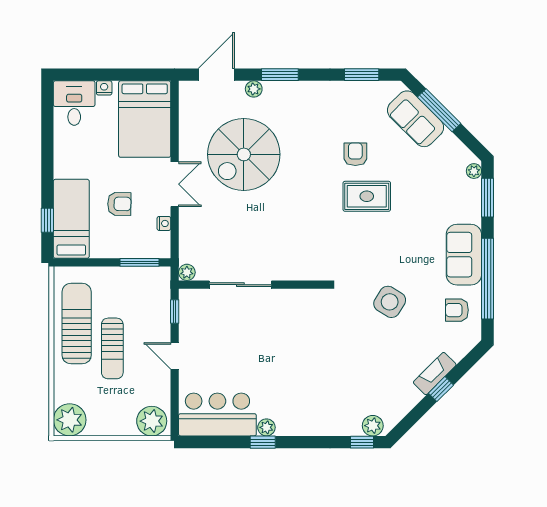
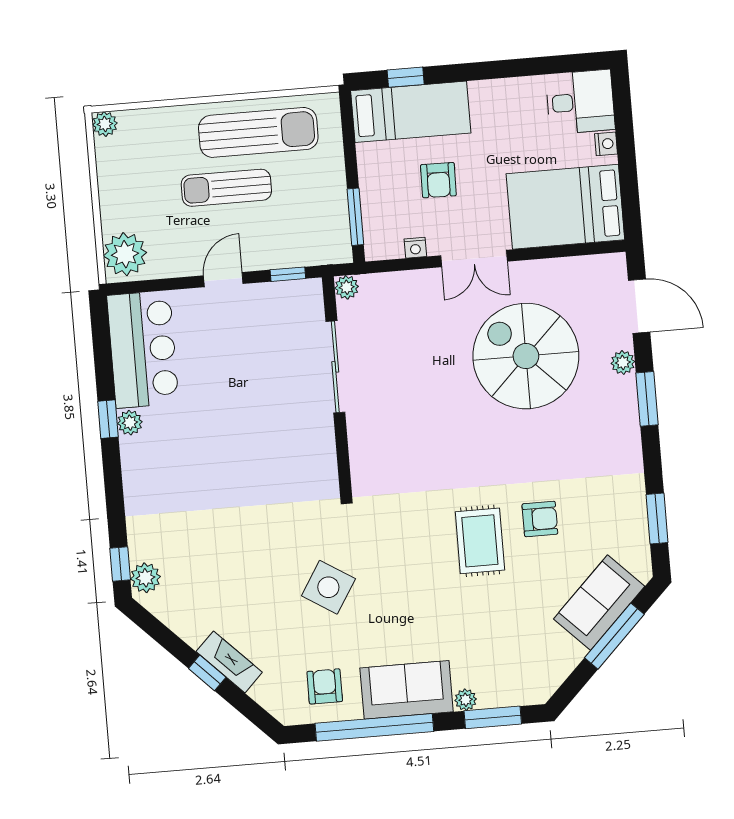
plant: (474, 171) -> (466, 700), moved
plant: (70, 420) -> (105, 124), width x0.53, depth x0.53

